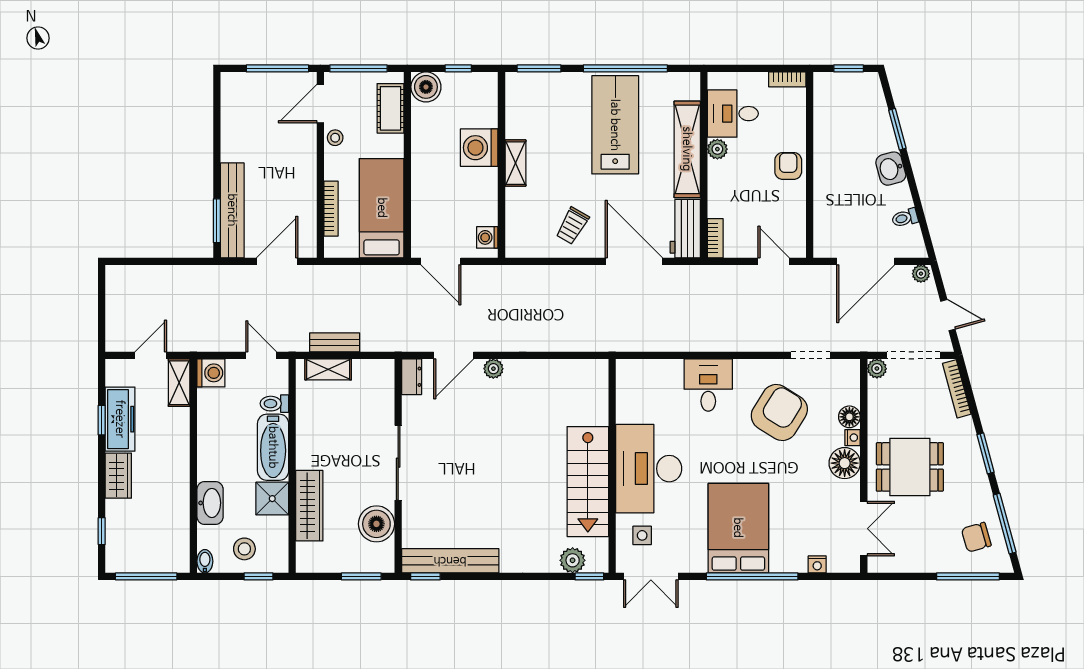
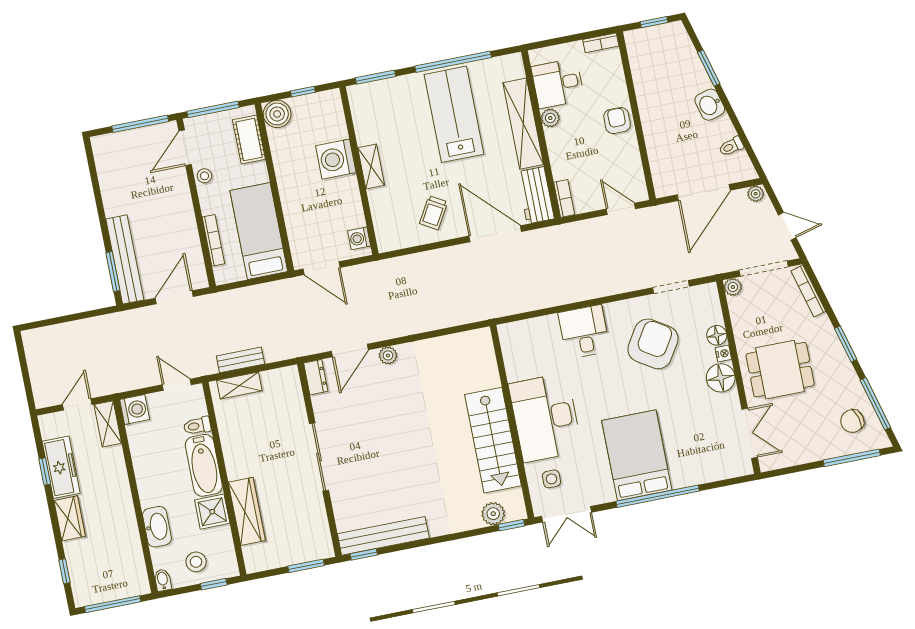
boiler: (376, 524) -> (310, 516), removed
nightstand: (817, 564) -> (714, 474), removed

